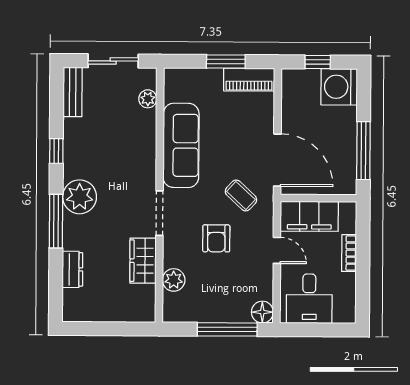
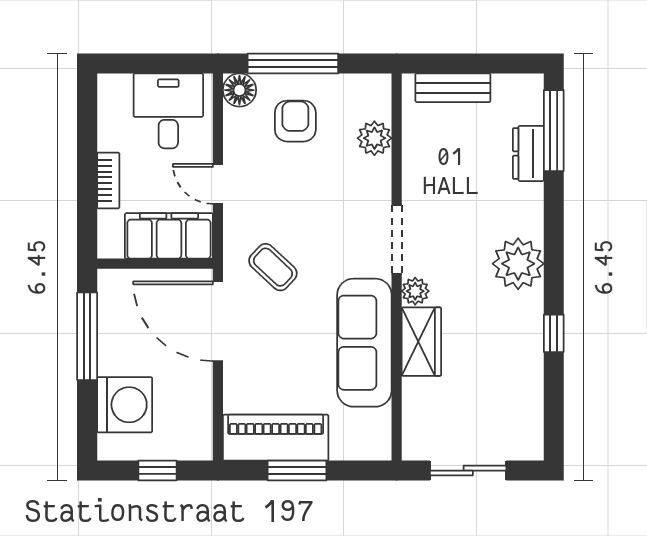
piano: (249, 80) -> (276, 438), width x1.37, depth x1.33
washing machine: (339, 87) -> (125, 405), moved
bench: (73, 92) -> (453, 88), moved, turned 90
plant: (148, 99) -> (415, 291), moved
window: (56, 221) -> (554, 131), moved
armchair: (216, 238) -> (295, 121), moved
wardrobe: (143, 261) -> (421, 342), moved

